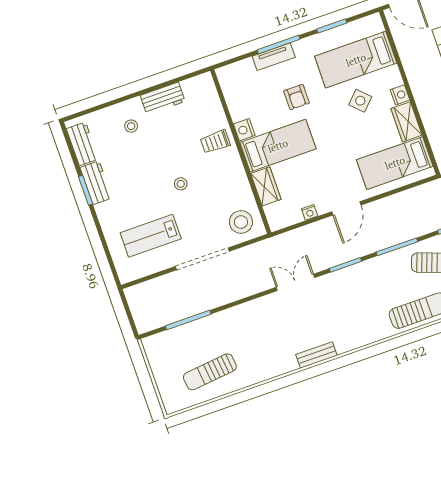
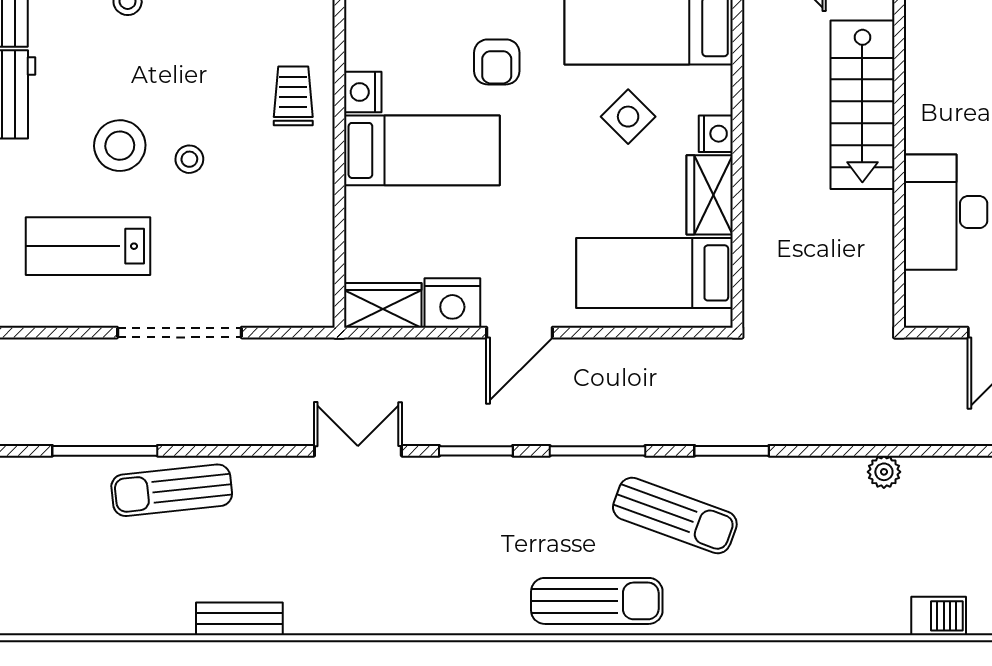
trolley: (215, 142) -> (293, 96), turned 90
wardrobe: (266, 186) -> (383, 305), moved, turned -90
nightstand: (310, 212) -> (452, 303), width x1.89, depth x1.79
stool: (241, 222) -> (120, 146), moved
bench: (316, 355) -> (239, 619), moved
sun lounger: (210, 372) -> (172, 490), moved

